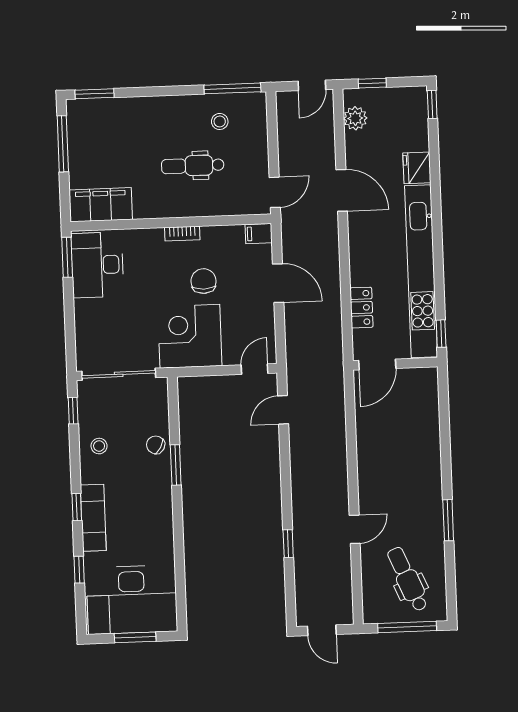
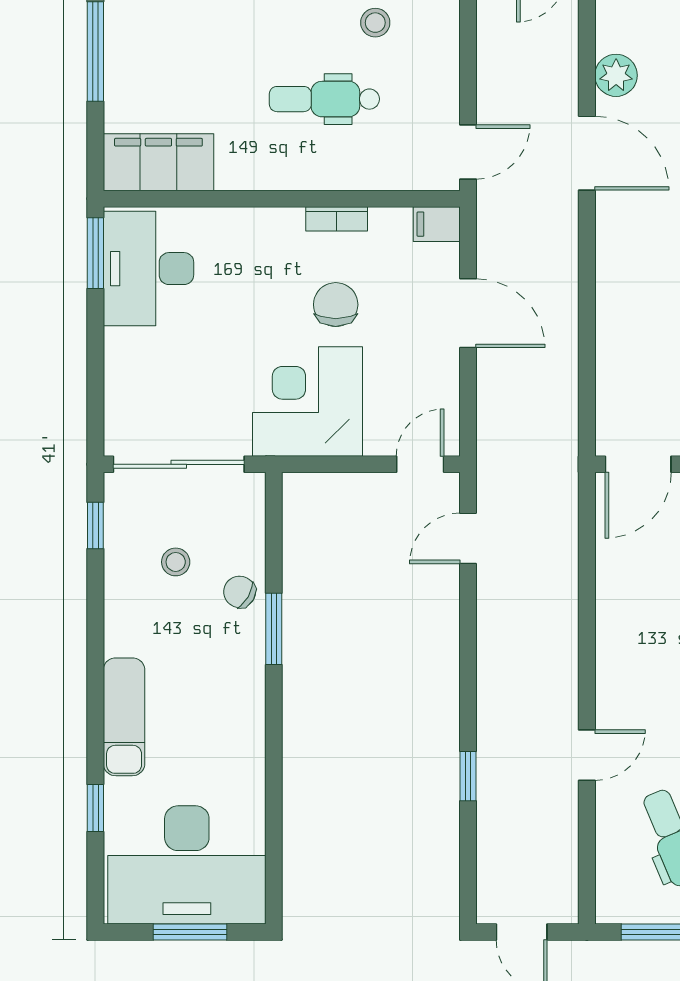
plant: (355, 118) -> (616, 75), moved
bookcase: (182, 234) -> (337, 219), moved
locker: (361, 308) -> (614, 362), removed
stool: (99, 446) -> (176, 562), moved
window: (77, 507) -> (95, 697), removed

